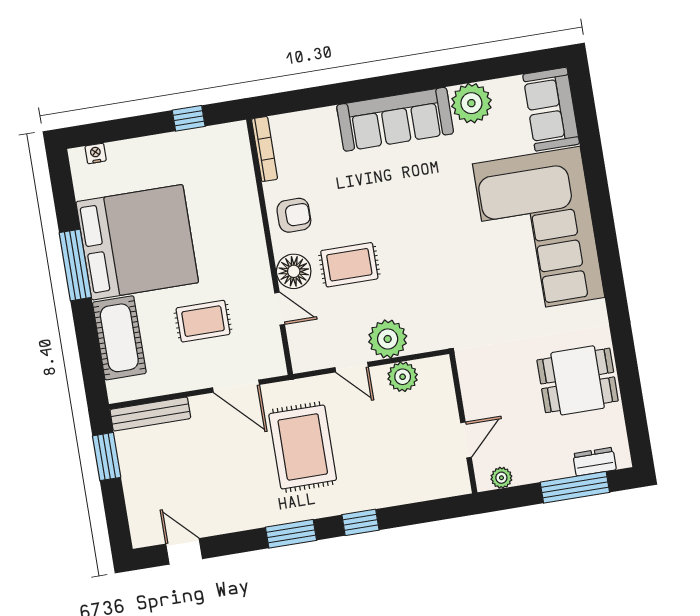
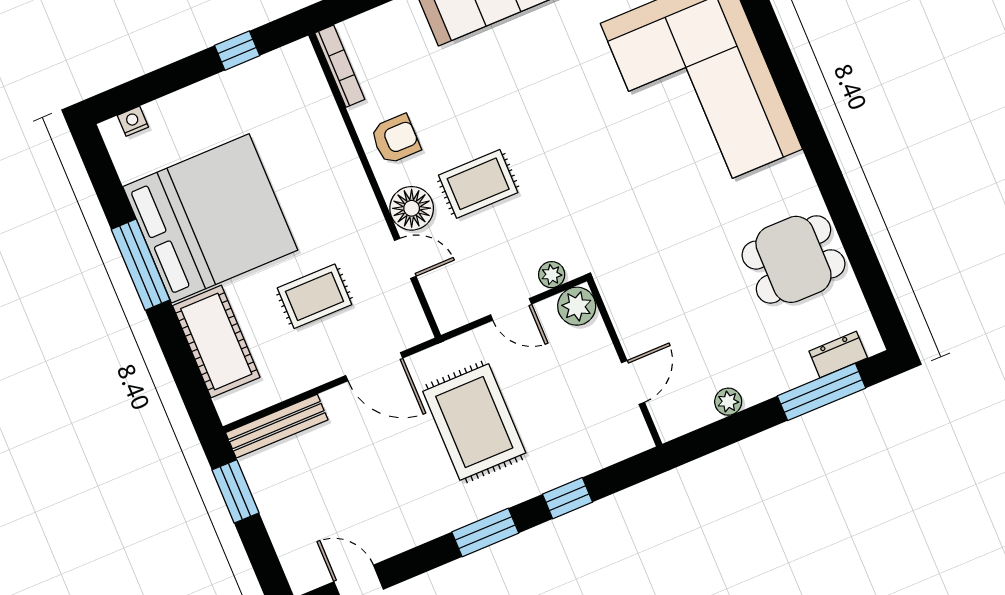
plant: (388, 339) -> (552, 275), width x0.53, depth x0.53
wall: (463, 423) -> (625, 363), moved
door: (466, 440) -> (633, 383), moved

